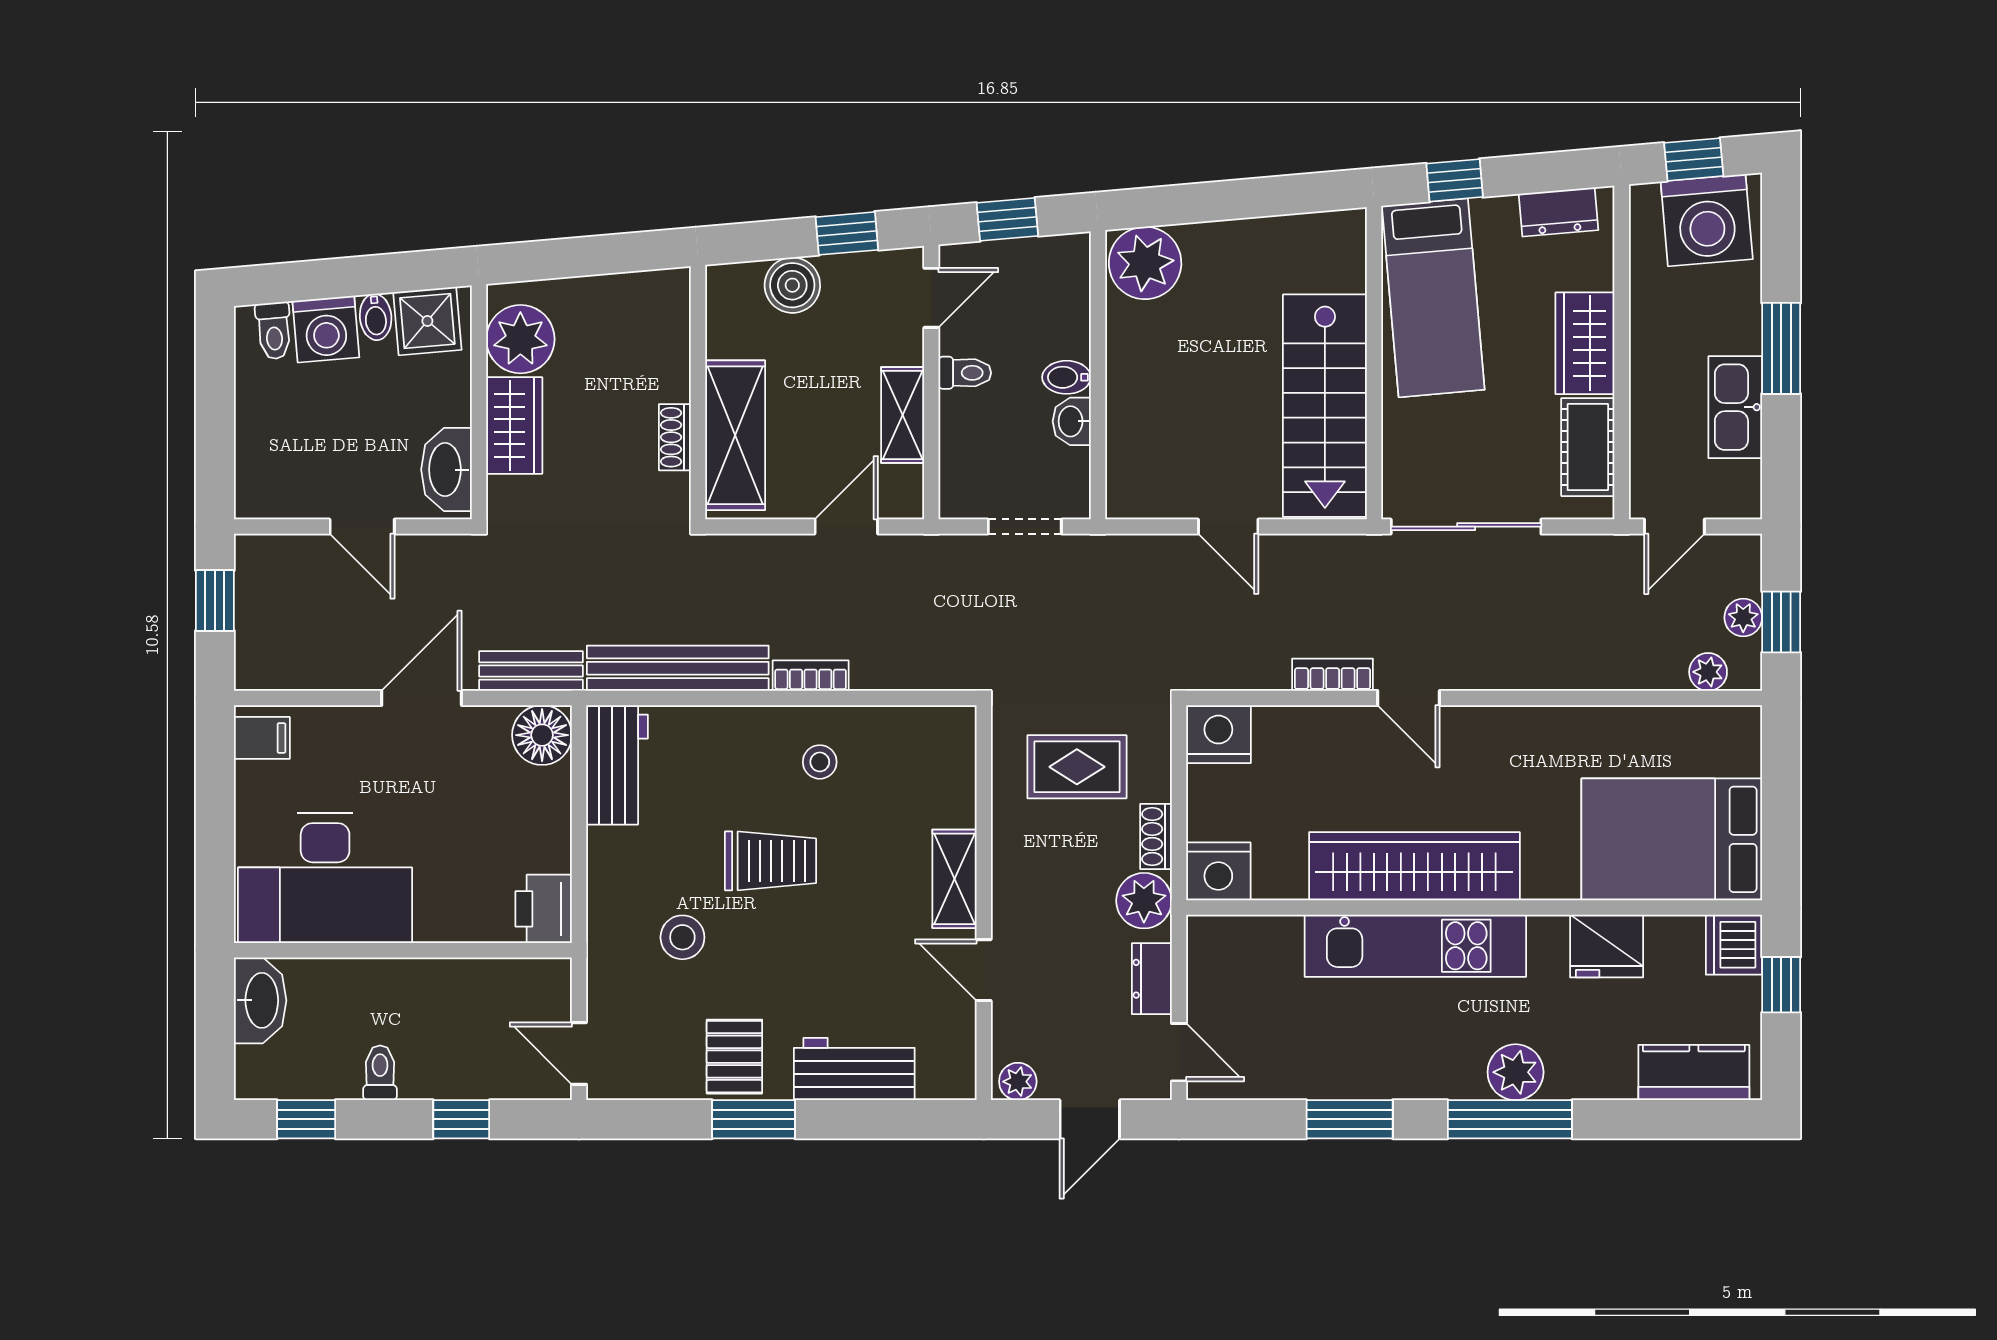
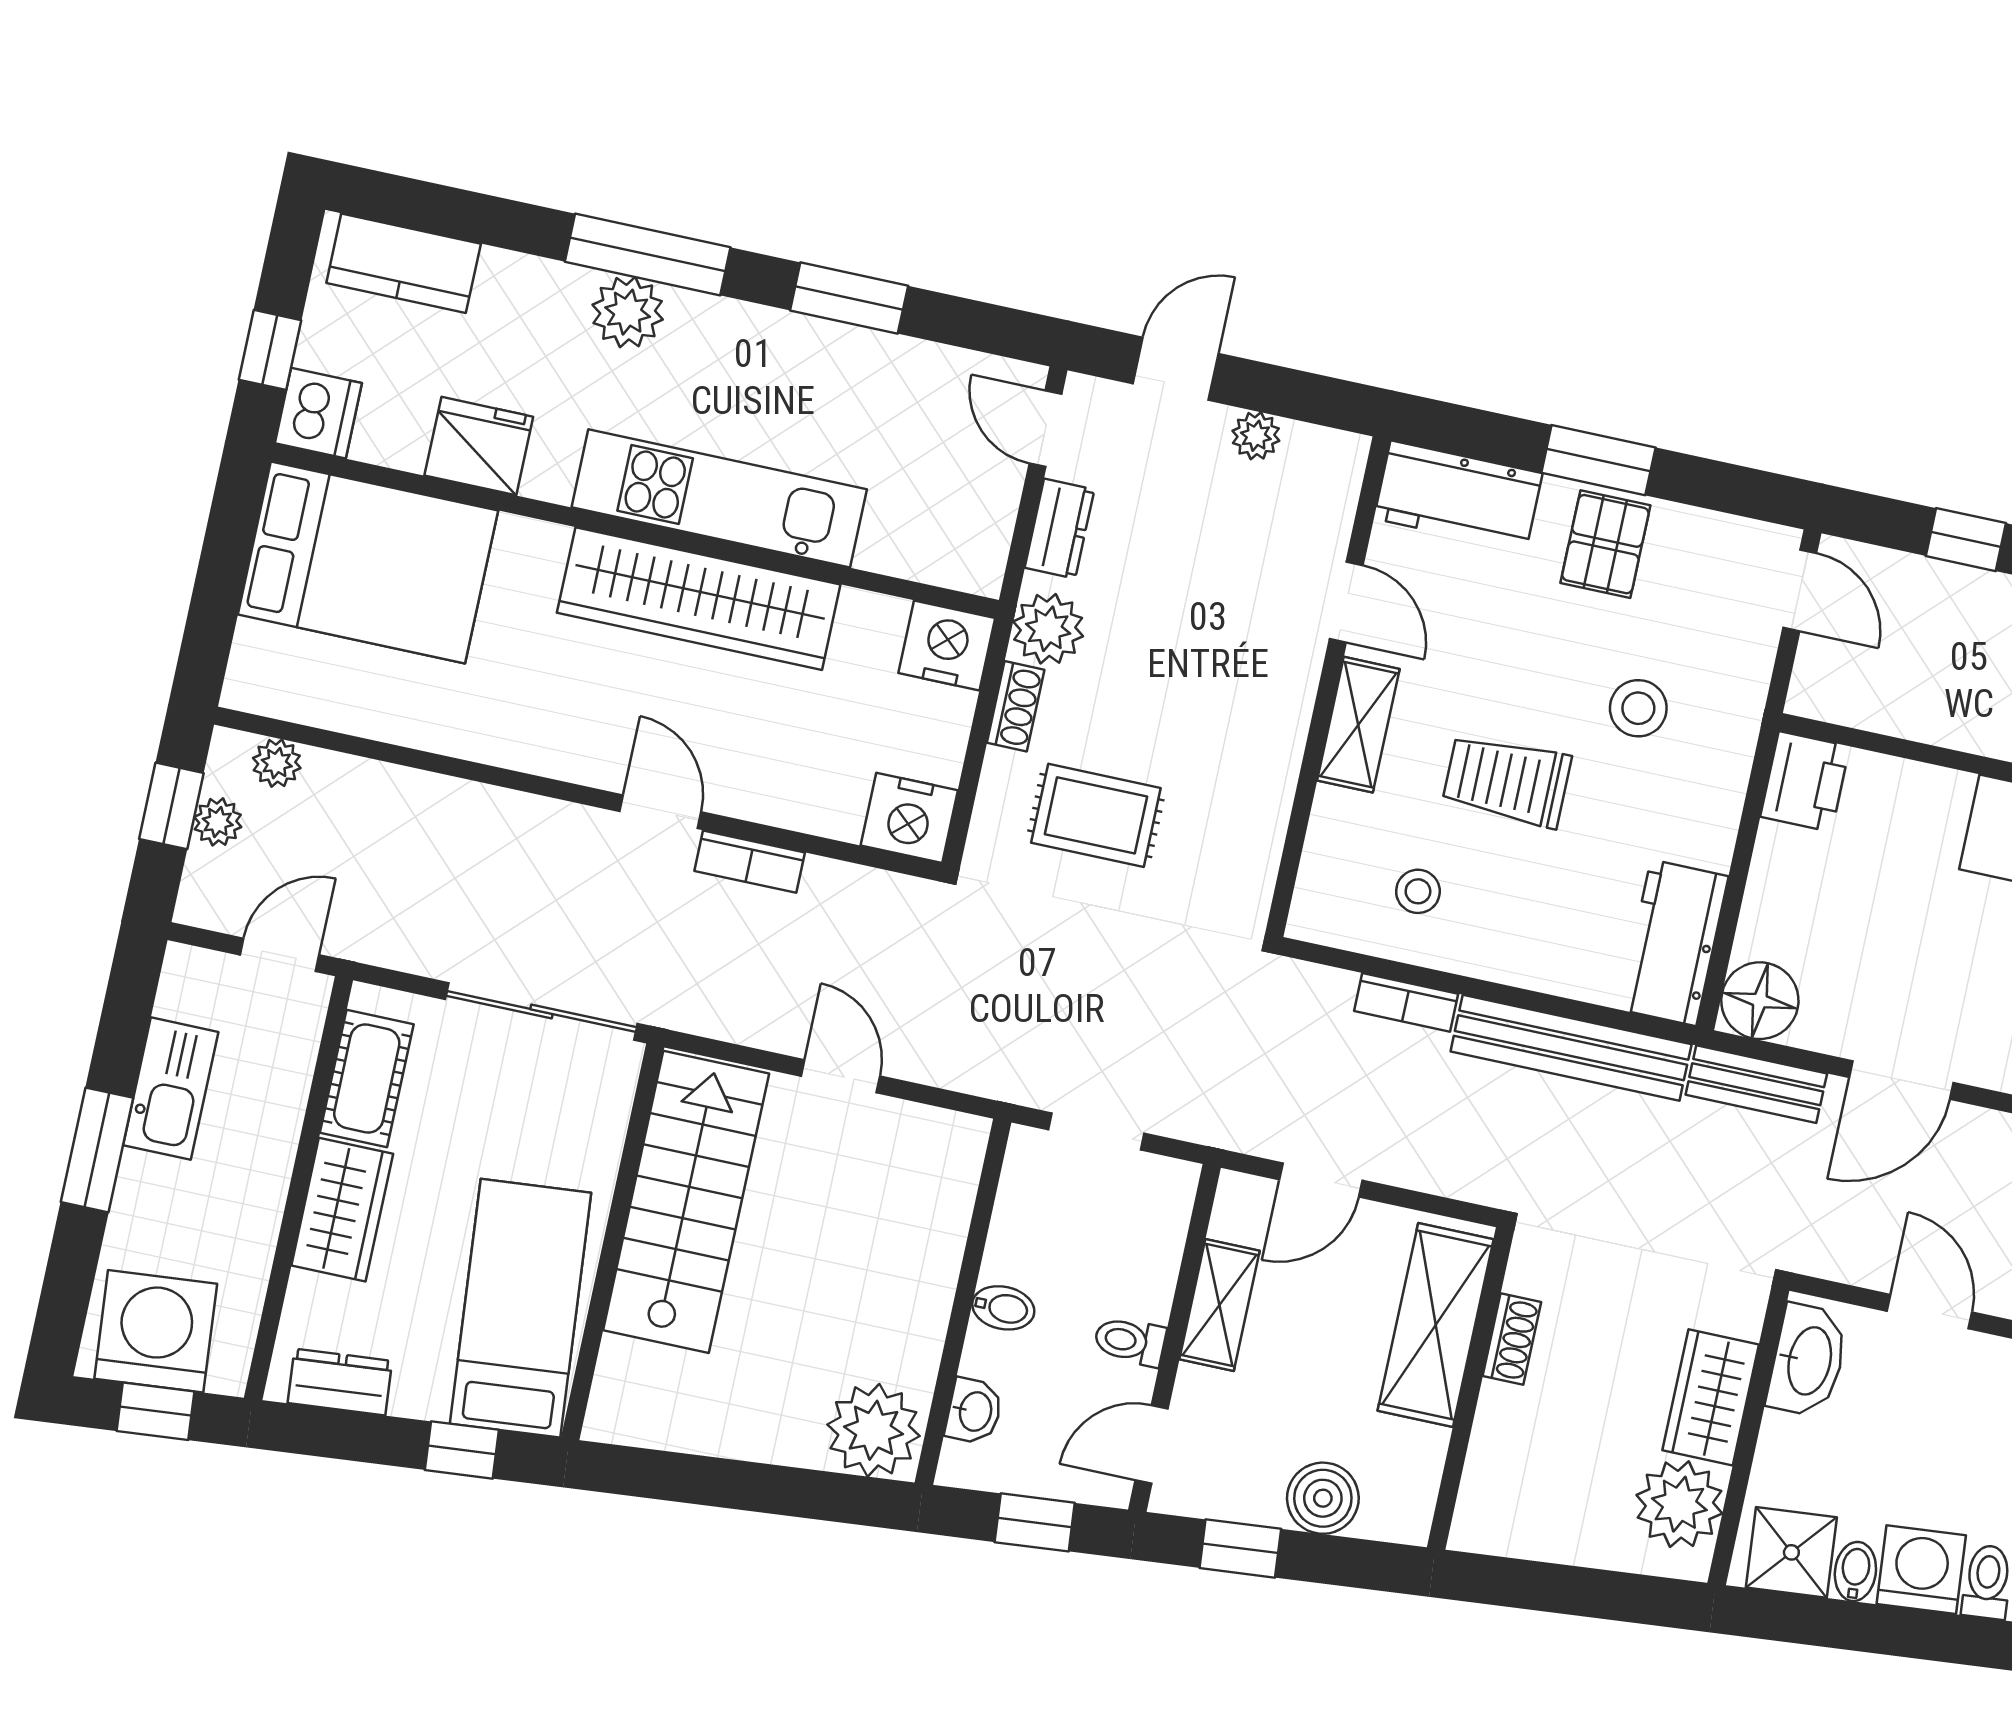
washbasin: (1072, 421) -> (974, 1411), moved
shelving: (954, 879) -> (1358, 725), moved
wall: (984, 903) -> (1328, 687), moved
door: (984, 970) -> (1346, 602), moved

